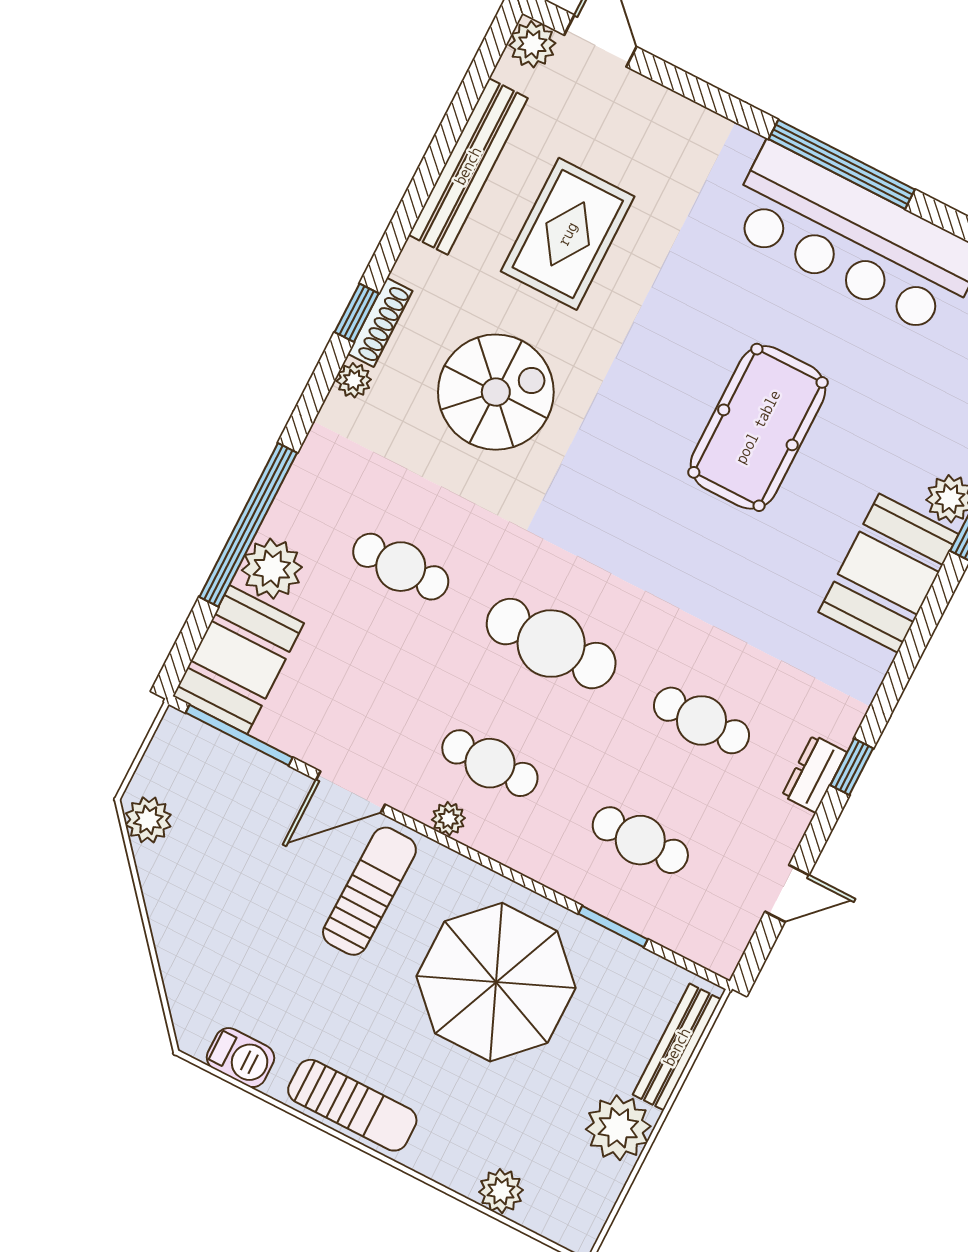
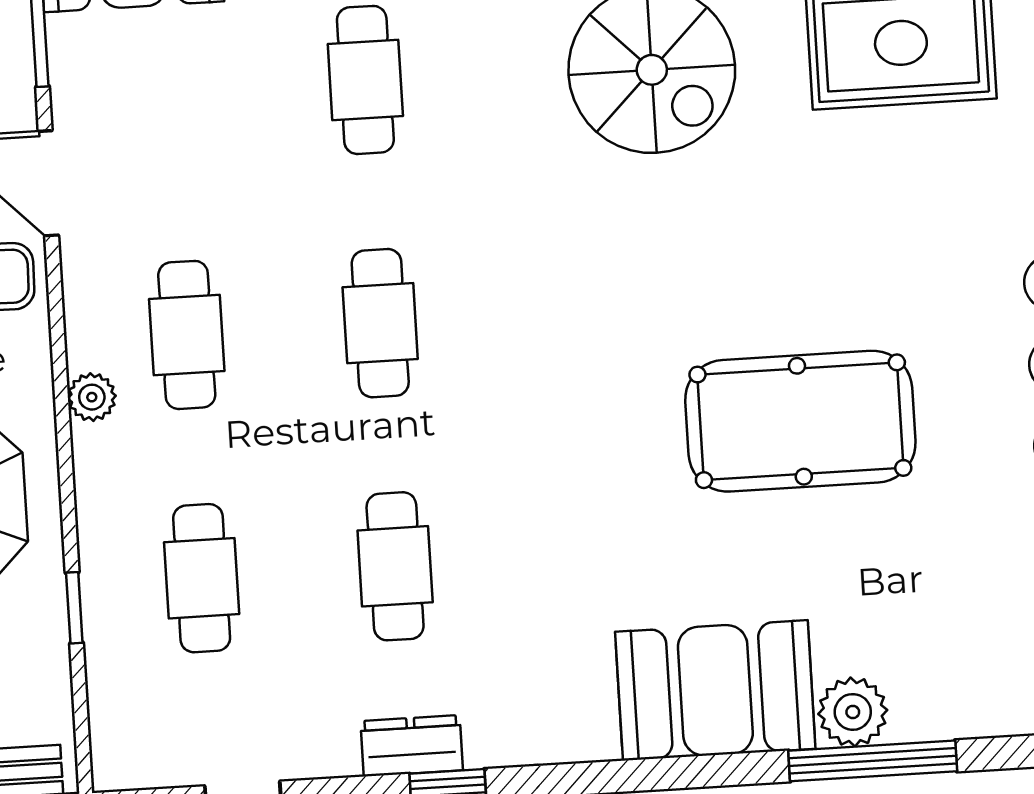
cafe table: (551, 644) -> (380, 323), width x0.73, depth x0.74
plant: (448, 819) -> (92, 397), moved
window: (613, 927) -> (74, 608), width x0.67

